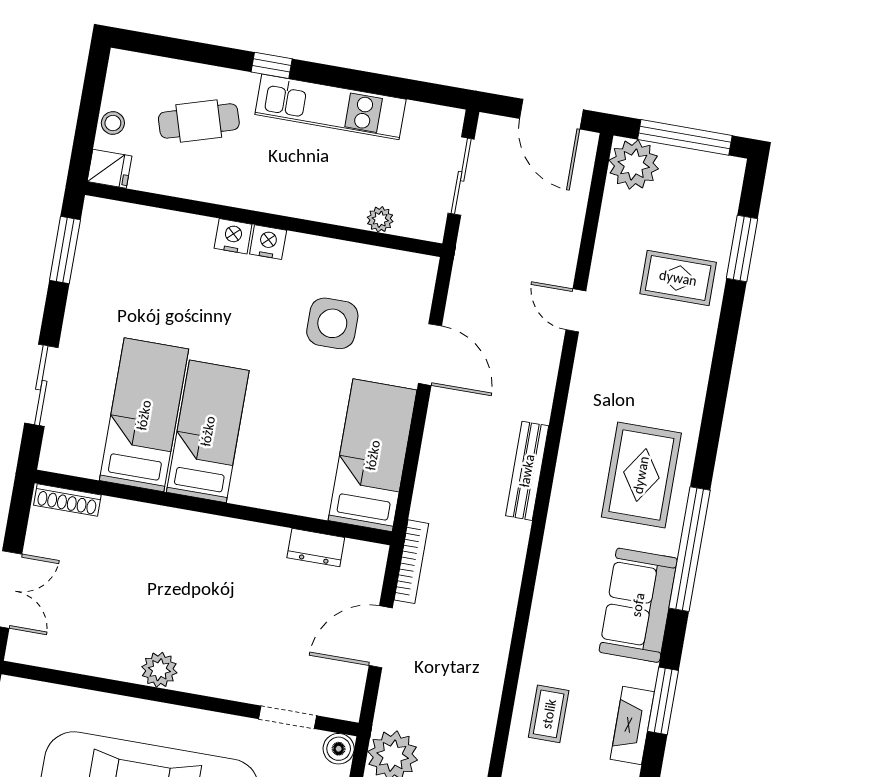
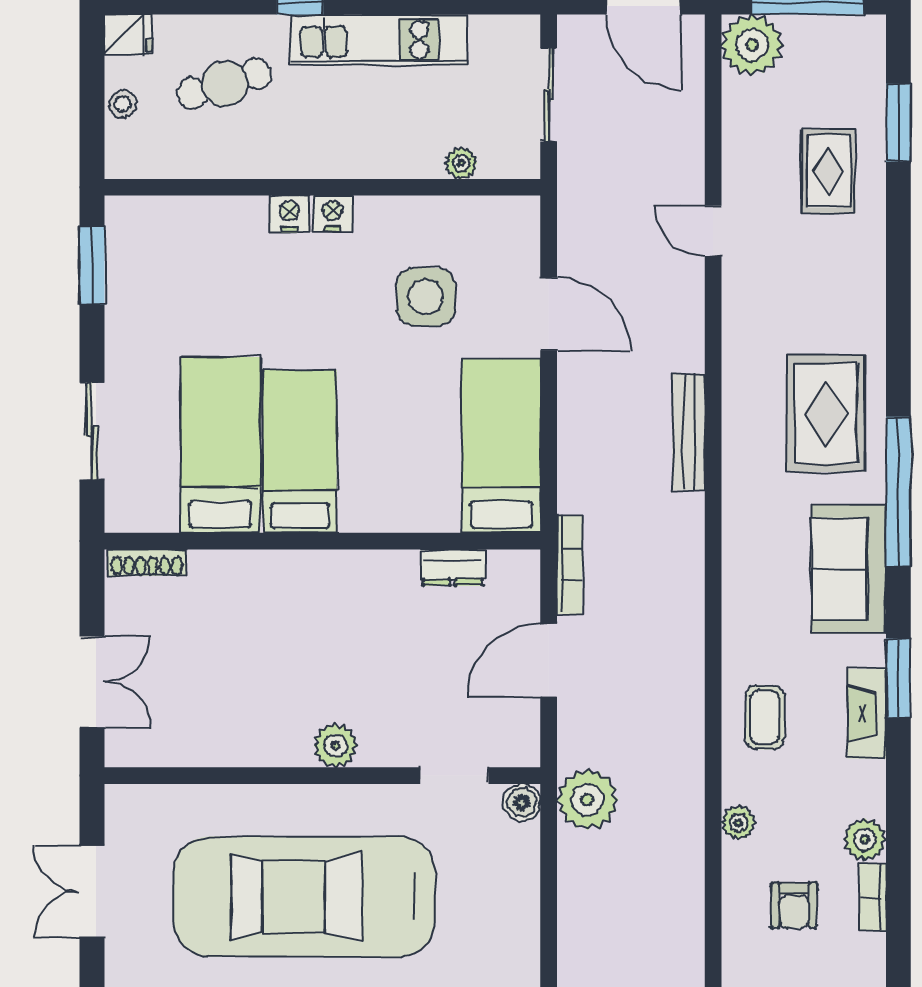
fridge: (110, 169) -> (128, 34), moved
rug: (678, 278) -> (828, 171), turned 90
plant: (159, 670) -> (336, 746), moved

